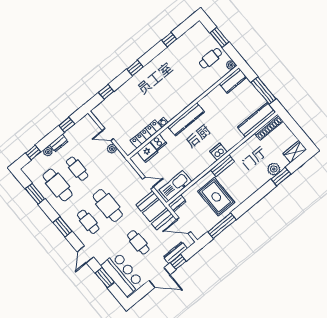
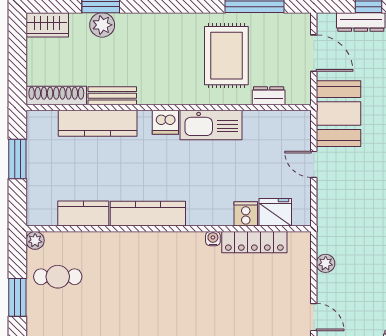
kitchen counter: (233, 80) -> (83, 214), moved
window: (264, 91) -> (17, 159), width x0.69
kitchen counter: (186, 119) -> (148, 214), moved
kitchen counter: (257, 120) -> (98, 123), moved
door: (108, 135) -> (314, 317), moved
bench: (222, 166) -> (112, 96), moved
kitchen sink: (176, 186) -> (211, 125), moved
dresser: (177, 203) -> (269, 96), moved

